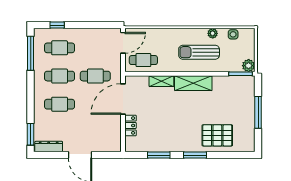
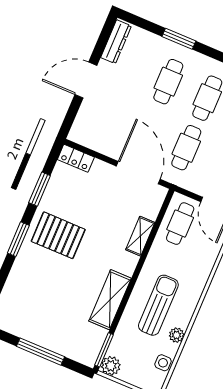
shelving: (193, 83) -> (110, 300), moved
locker: (131, 125) -> (76, 158), moved
window: (31, 134) -> (179, 39), moved
pallet: (217, 135) -> (58, 235), moved, turned 90

